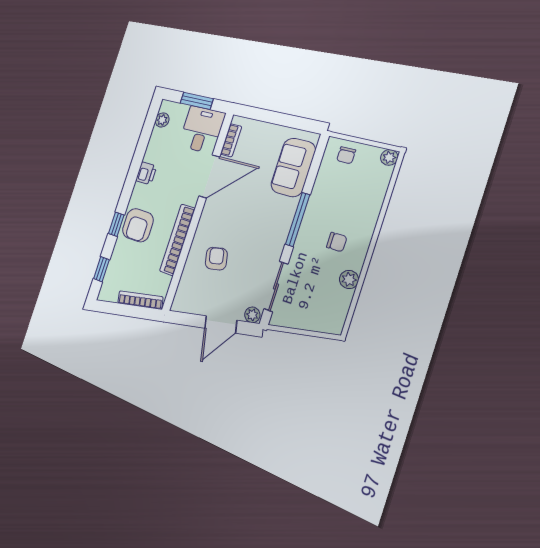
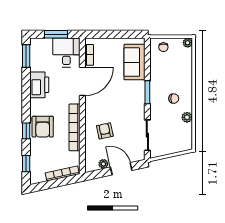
plant: (162, 120) -> (35, 52), removed
window: (150, 122) -> (26, 56), added
printer: (146, 173) -> (39, 85), width x1.87, depth x1.48
window: (298, 219) -> (147, 92), width x0.69
plant: (252, 315) -> (103, 164), moved
door: (221, 324) -> (121, 169), swing flipped

